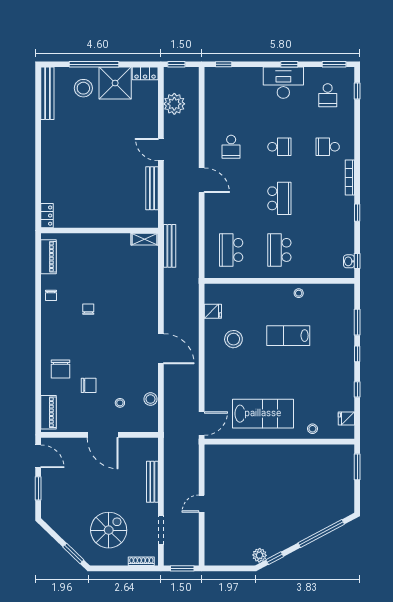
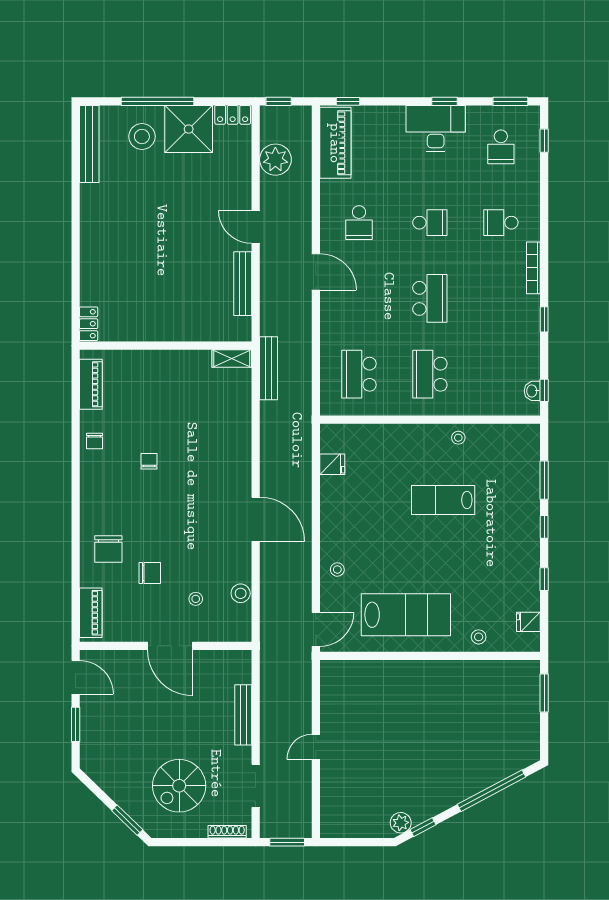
piano: (215, 92) -> (335, 143), added
stool: (233, 339) -> (337, 570), moved, width x0.53, depth x0.53
spiral stairs: (109, 530) -> (179, 786), turned 180

